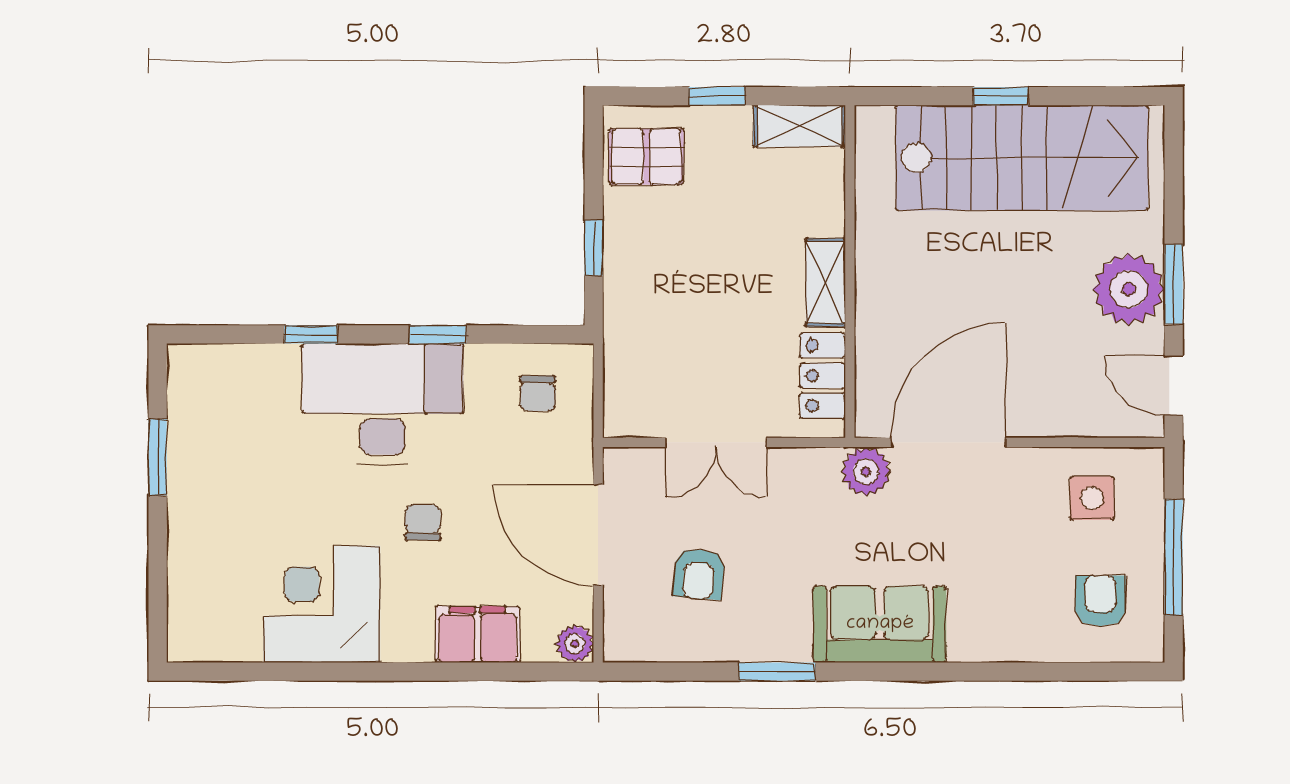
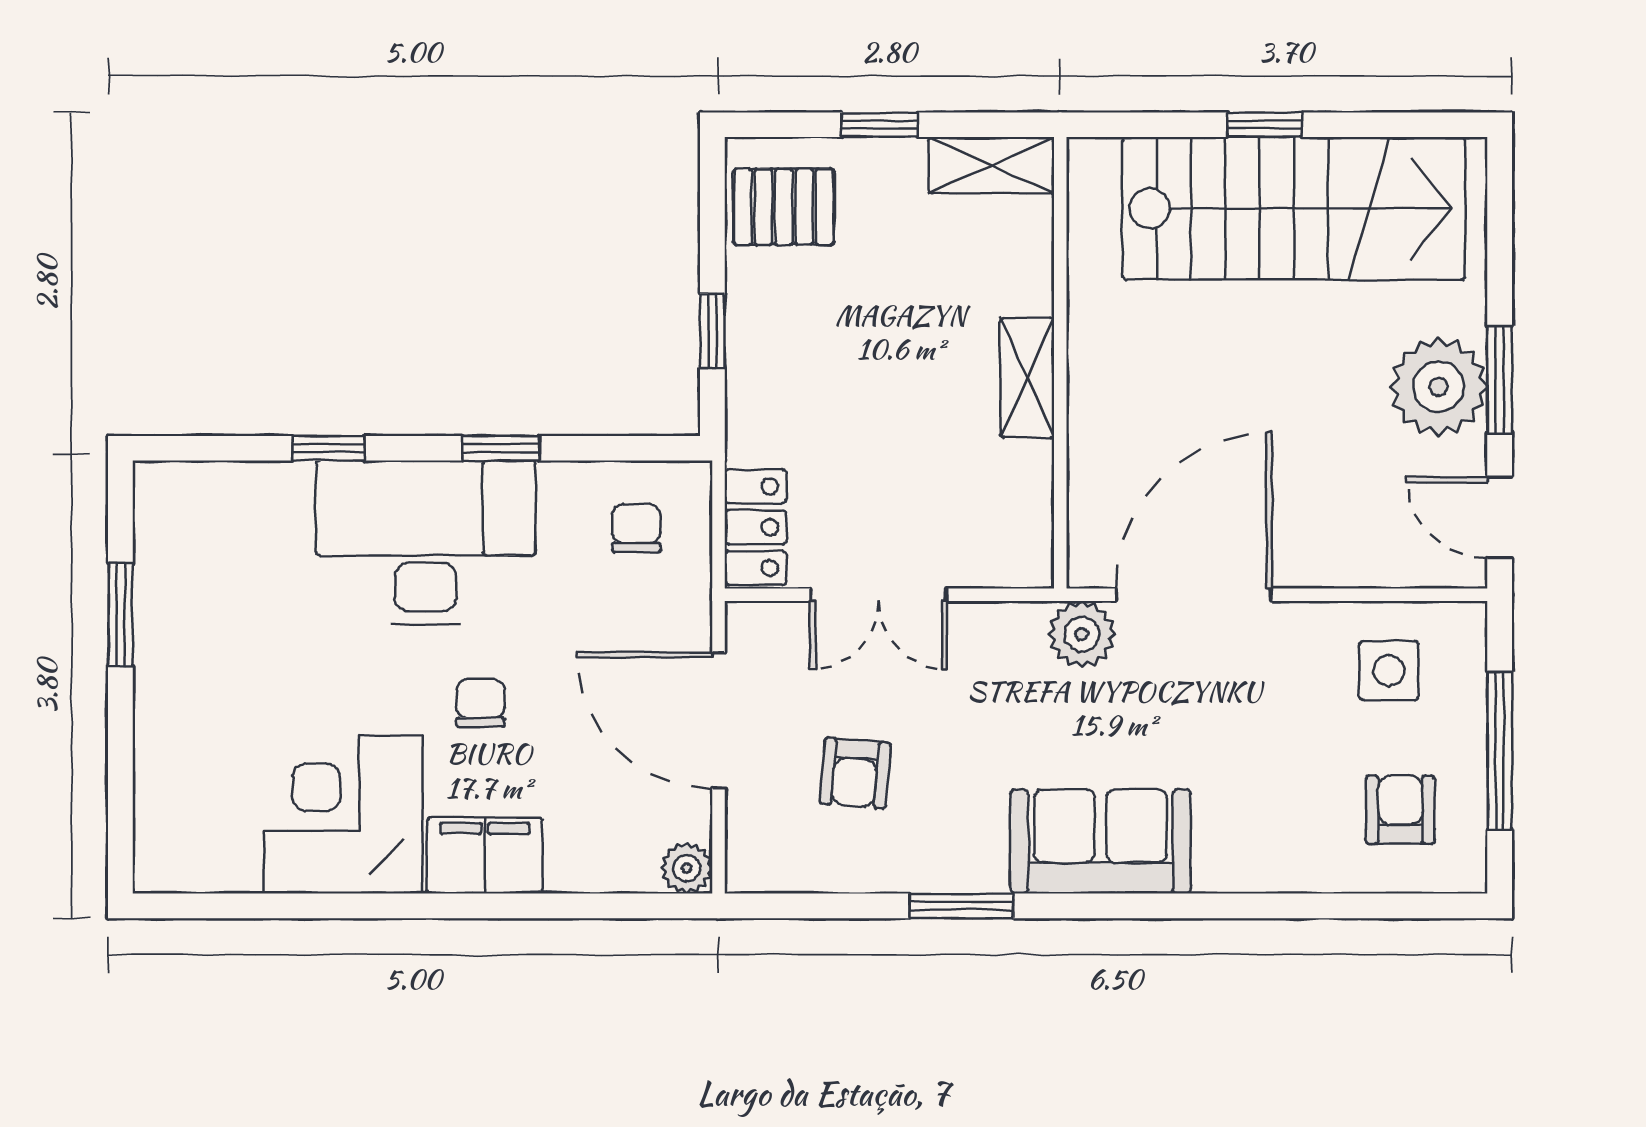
locker: (823, 375) -> (756, 527), moved, turned 180
chair: (538, 393) -> (636, 528), turned 180
filing cabinet: (478, 634) -> (485, 855), moved

